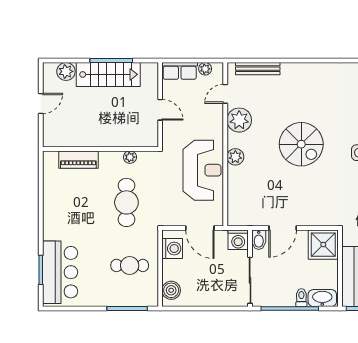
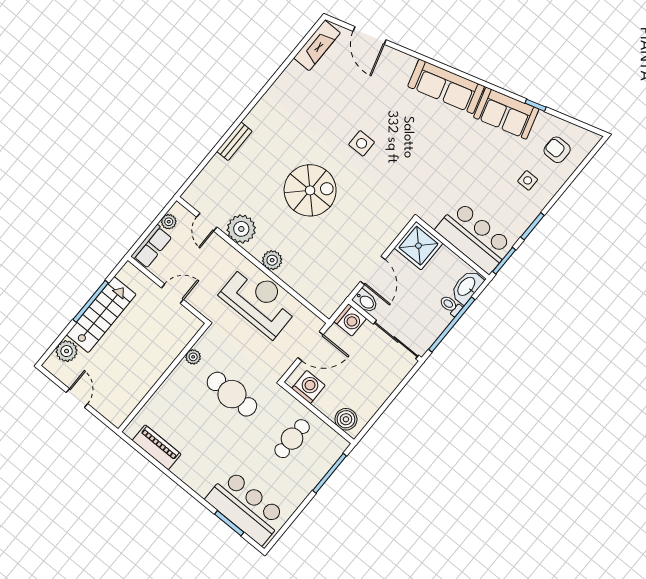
bench: (258, 69) -> (234, 141), moved, width x0.73
piano: (78, 160) -> (157, 447), moved, turned -90

